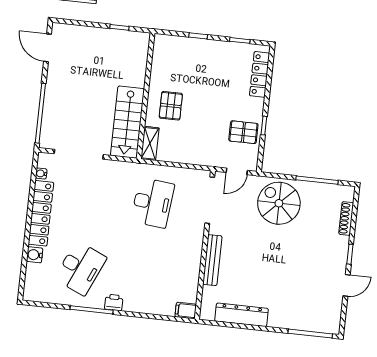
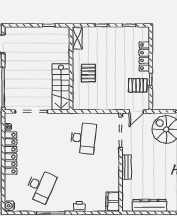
locker: (260, 74) -> (144, 57), moved
shelving: (150, 143) -> (77, 38), moved
water cooler: (35, 255) -> (9, 206), moved
bench: (212, 260) -> (127, 167), width x0.73
printer: (114, 302) -> (79, 206), moved
filing cabinet: (186, 311) -> (113, 202), width x2.00

